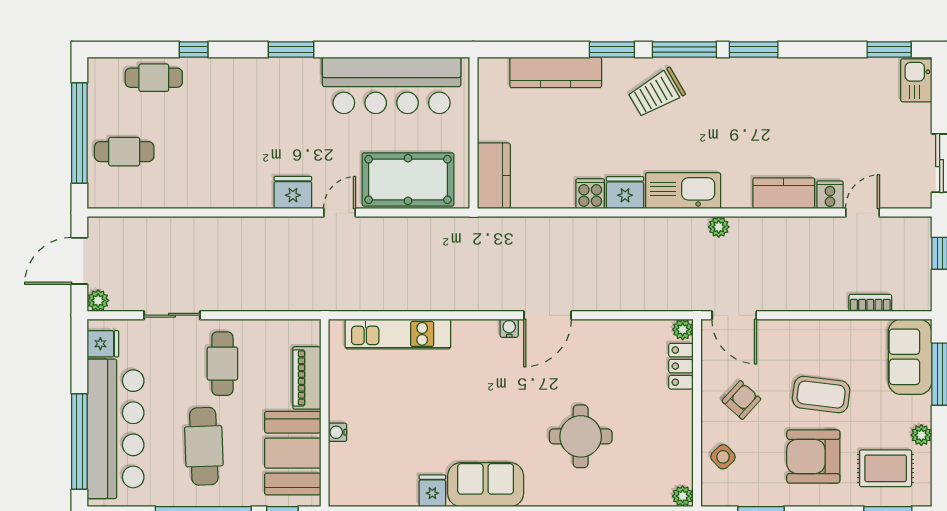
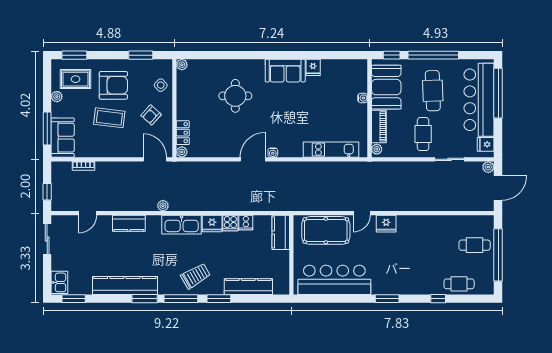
kitchen counter: (791, 74) -> (125, 286), added
cooker: (830, 195) -> (246, 222), moved
plant: (311, 335) -> (377, 149), added

